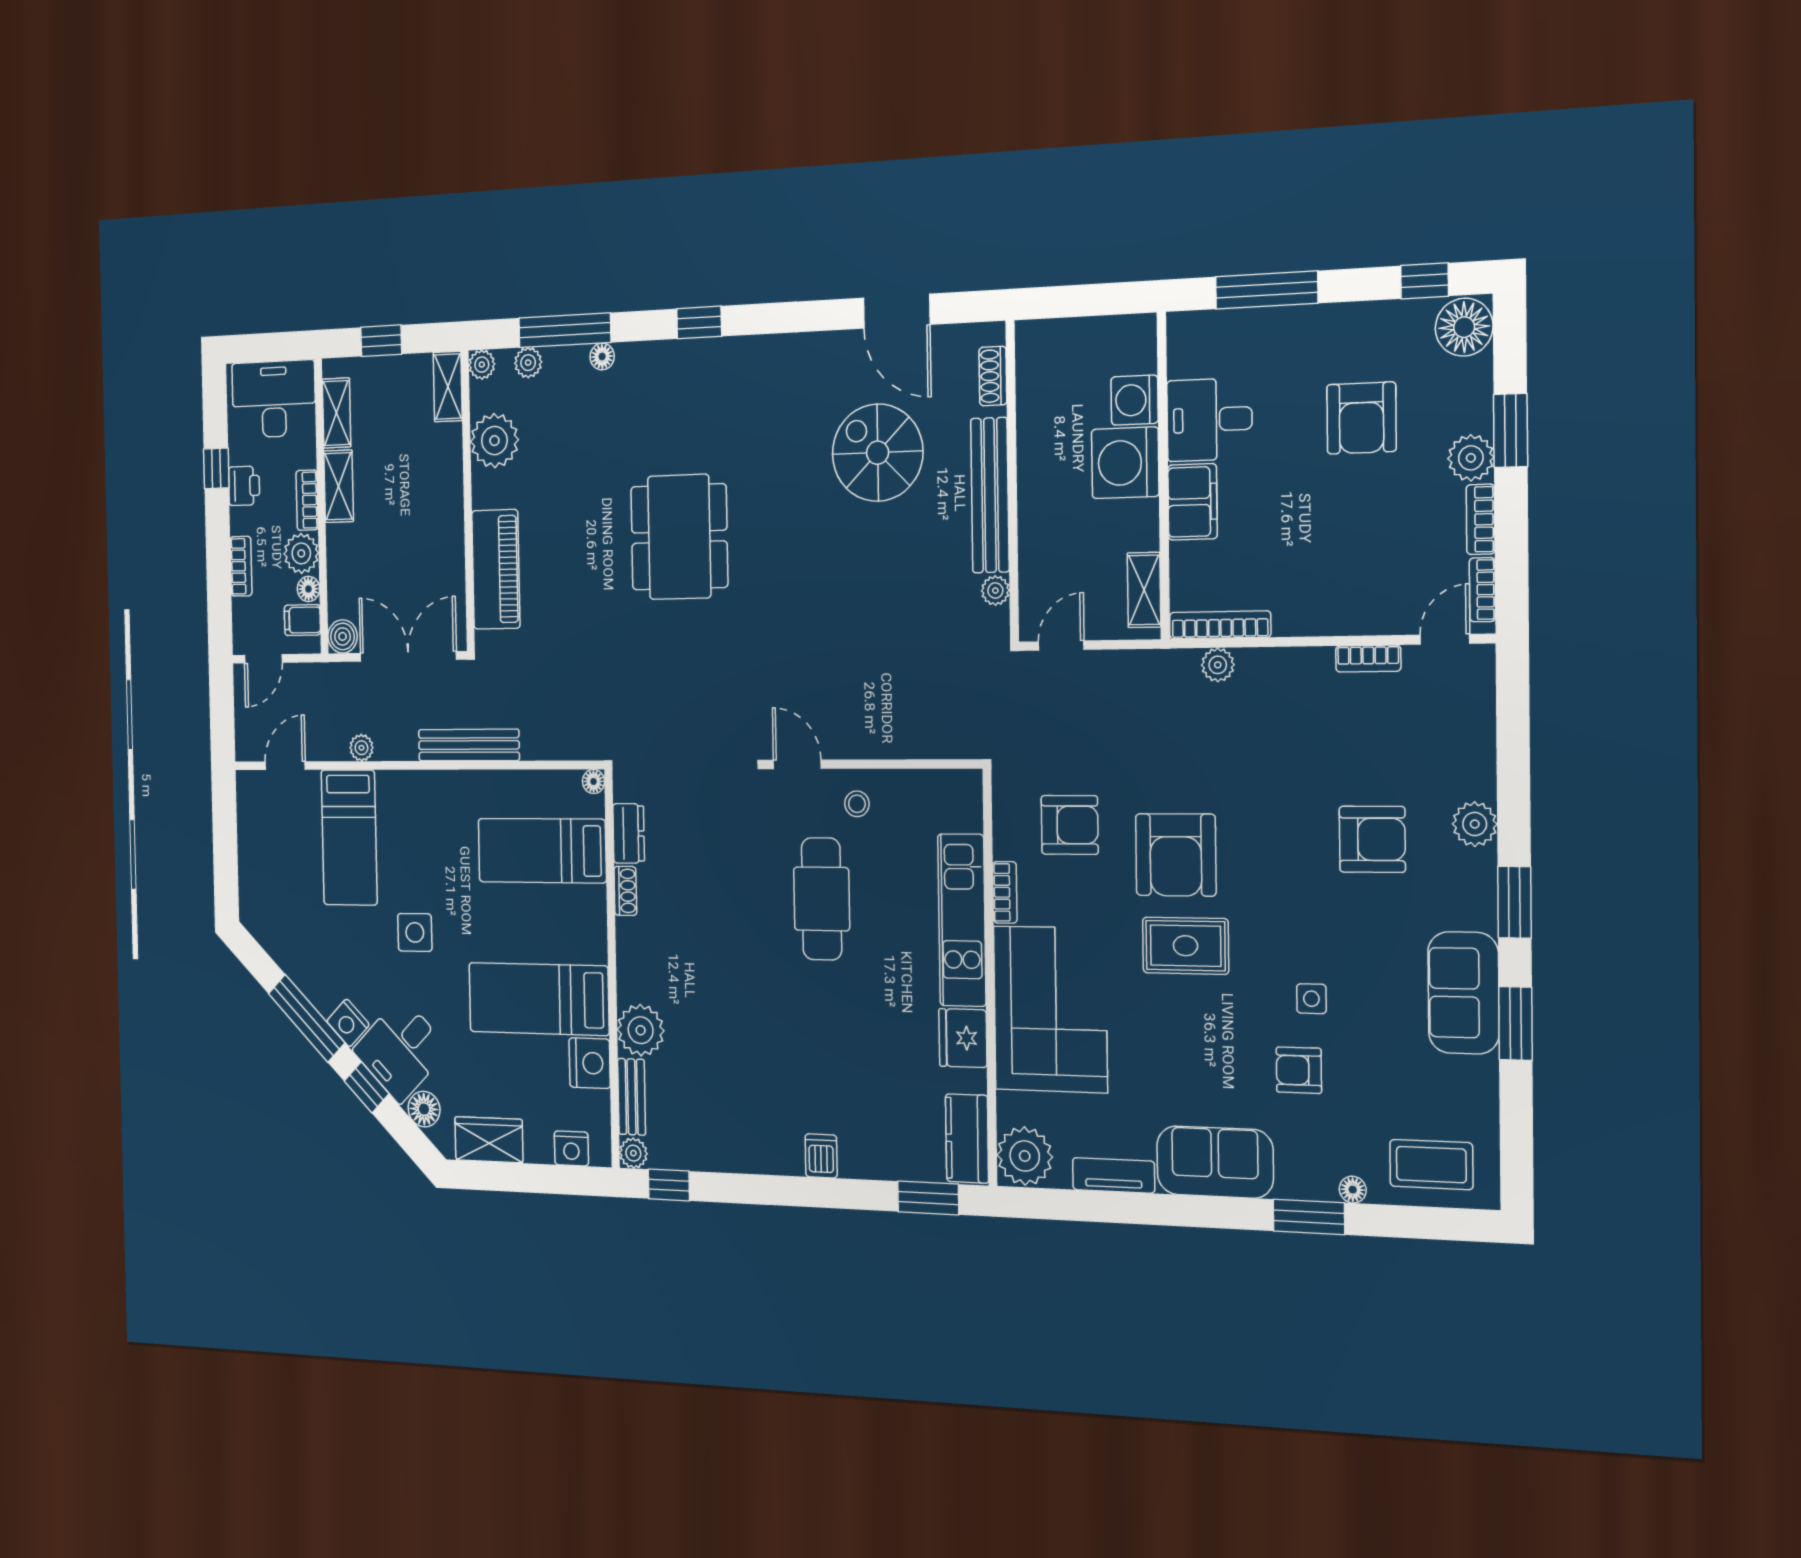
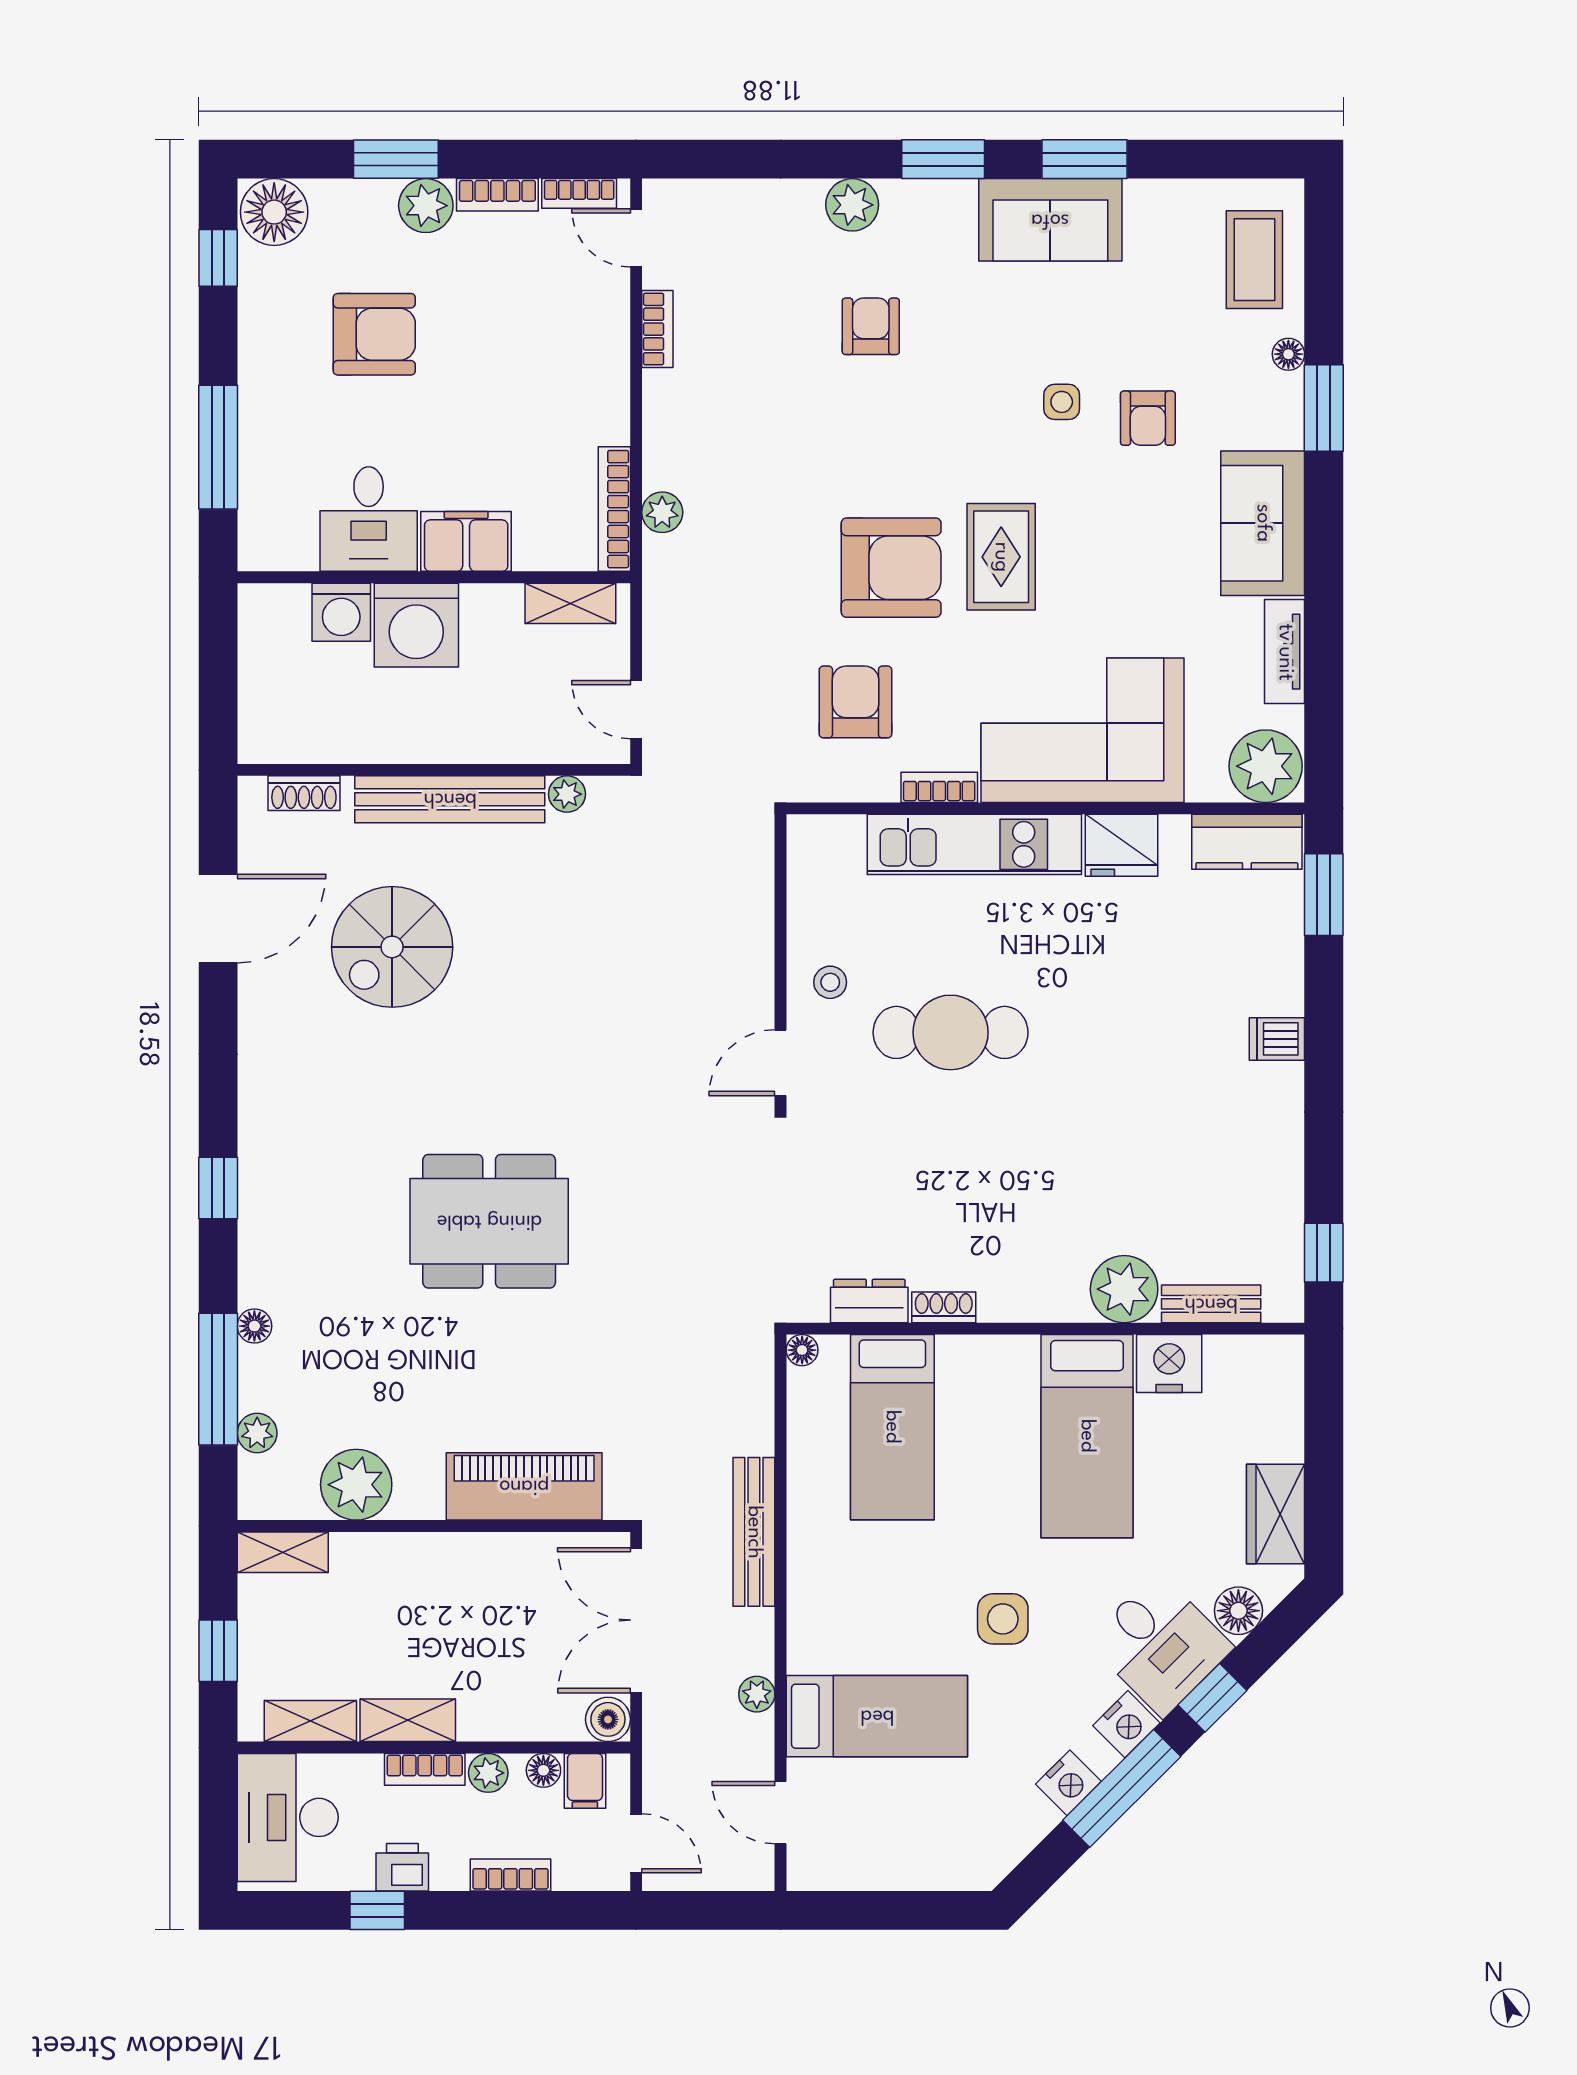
plant: (482, 365) -> (256, 1501), removed
plant: (301, 553) -> (488, 1773), width x0.73, depth x0.73
armchair: (1372, 839) -> (871, 326), width x0.72, depth x0.72
nightstand: (571, 1148) -> (1068, 1783), moved, turned 45
plant: (633, 1153) -> (1285, 1303), removed

